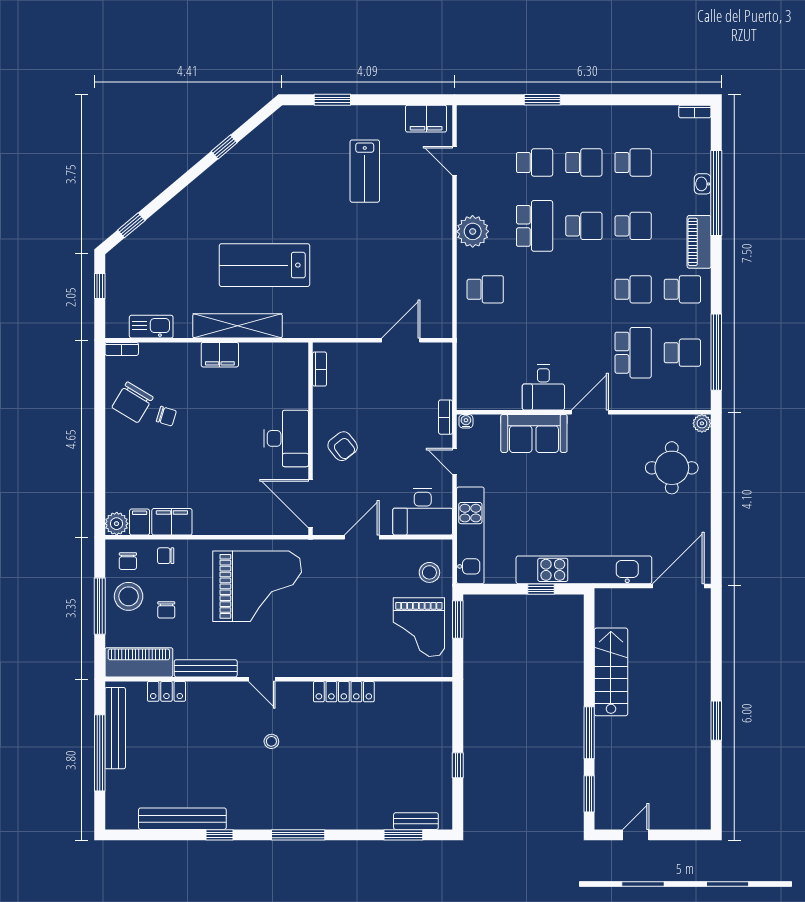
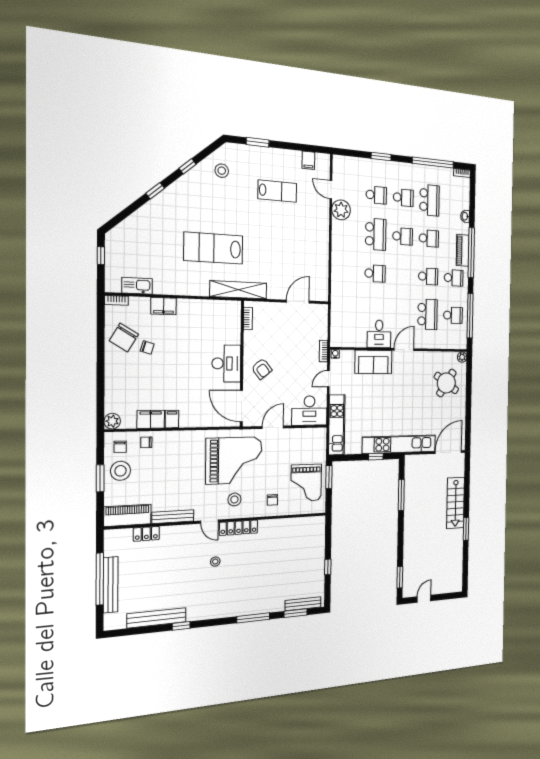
window: (638, 100) -> (433, 163), added
filing cabinet: (426, 119) -> (308, 160), width x0.50
stool: (276, 148) -> (222, 171), added
school desk: (633, 162) -> (429, 200), width x1.85
lab bench: (365, 171) -> (277, 191), turned -90
window: (716, 193) -> (471, 253), moved
window: (131, 225) -> (155, 191), moved
plant: (473, 231) -> (341, 210), moved
school desk: (485, 289) -> (375, 273), moved
shelving: (237, 326) -> (238, 290), moved
filing cabinet: (220, 355) -> (164, 306), moved
door: (455, 461) -> (328, 379), hinge flipped
round table: (672, 468) -> (446, 383), turned 34
filing cabinet: (140, 522) -> (172, 419), moved
stool: (429, 572) -> (234, 499), moved
grand piano: (257, 586) -> (234, 460), moved
window: (100, 606) -> (100, 478), width x0.69
chair: (166, 610) -> (272, 500), moved
stairs: (611, 672) -> (456, 503), moved, turned 180
locker: (344, 692) -> (239, 528), moved
bench: (115, 728) -> (111, 585), moved
window: (589, 733) -> (401, 495), moved
bench: (416, 821) -> (303, 604), width x1.36
window: (298, 835) -> (253, 618), moved

